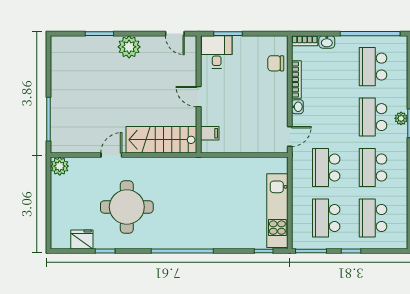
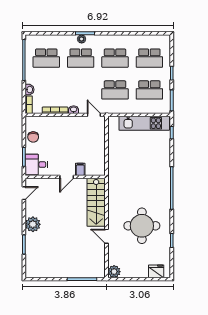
chair: (276, 63) -> (33, 137), moved
filing cabinet: (210, 133) -> (80, 169), moved
fridge: (82, 239) -> (156, 271), moved, turned 90

